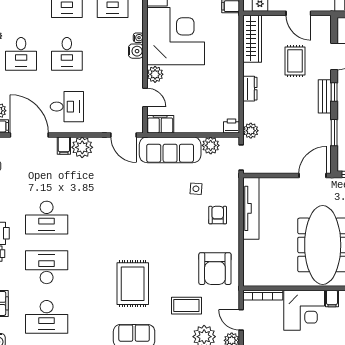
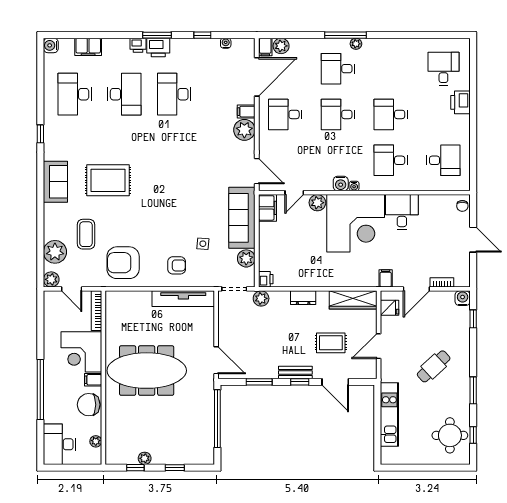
desk: (67, 107) -> (285, 114), turned 90
door: (124, 135) -> (257, 171), swing flipped
door: (241, 320) -> (72, 289), swing flipped

